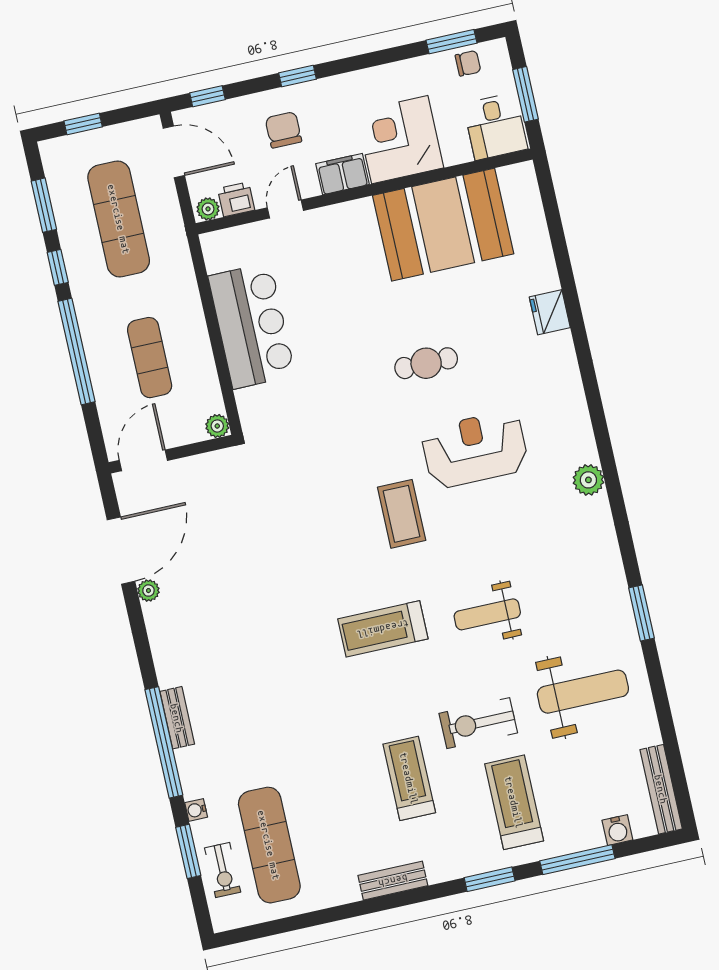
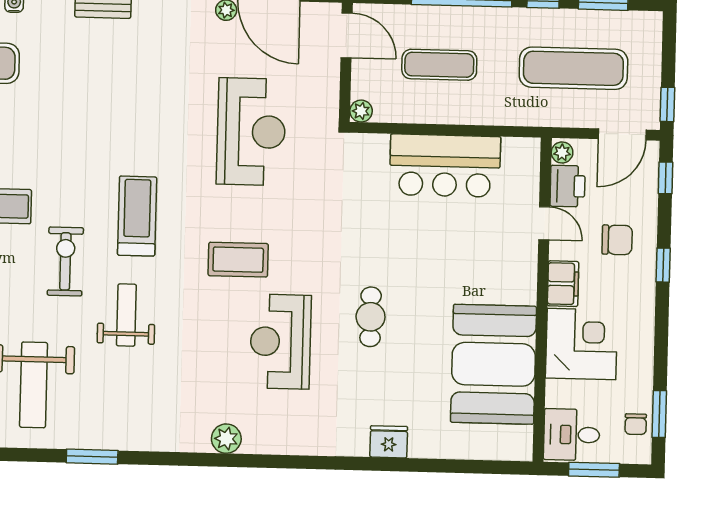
window: (83, 124) -> (667, 104), moved
printer: (236, 199) -> (568, 186), width x1.36, depth x1.24
reception desk: (475, 449) -> (280, 342), turned 180
reception desk: (267, 533) -> (251, 132), added
exercise bike: (478, 723) -> (65, 261), moved

